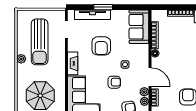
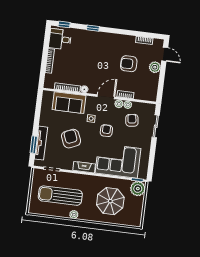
window: (103, 7) -> (34, 145), moved
sofa: (139, 27) -> (69, 103), moved
sun lounger: (40, 42) -> (60, 196), turned 180
armchair: (101, 46) -> (71, 139), turned -113

